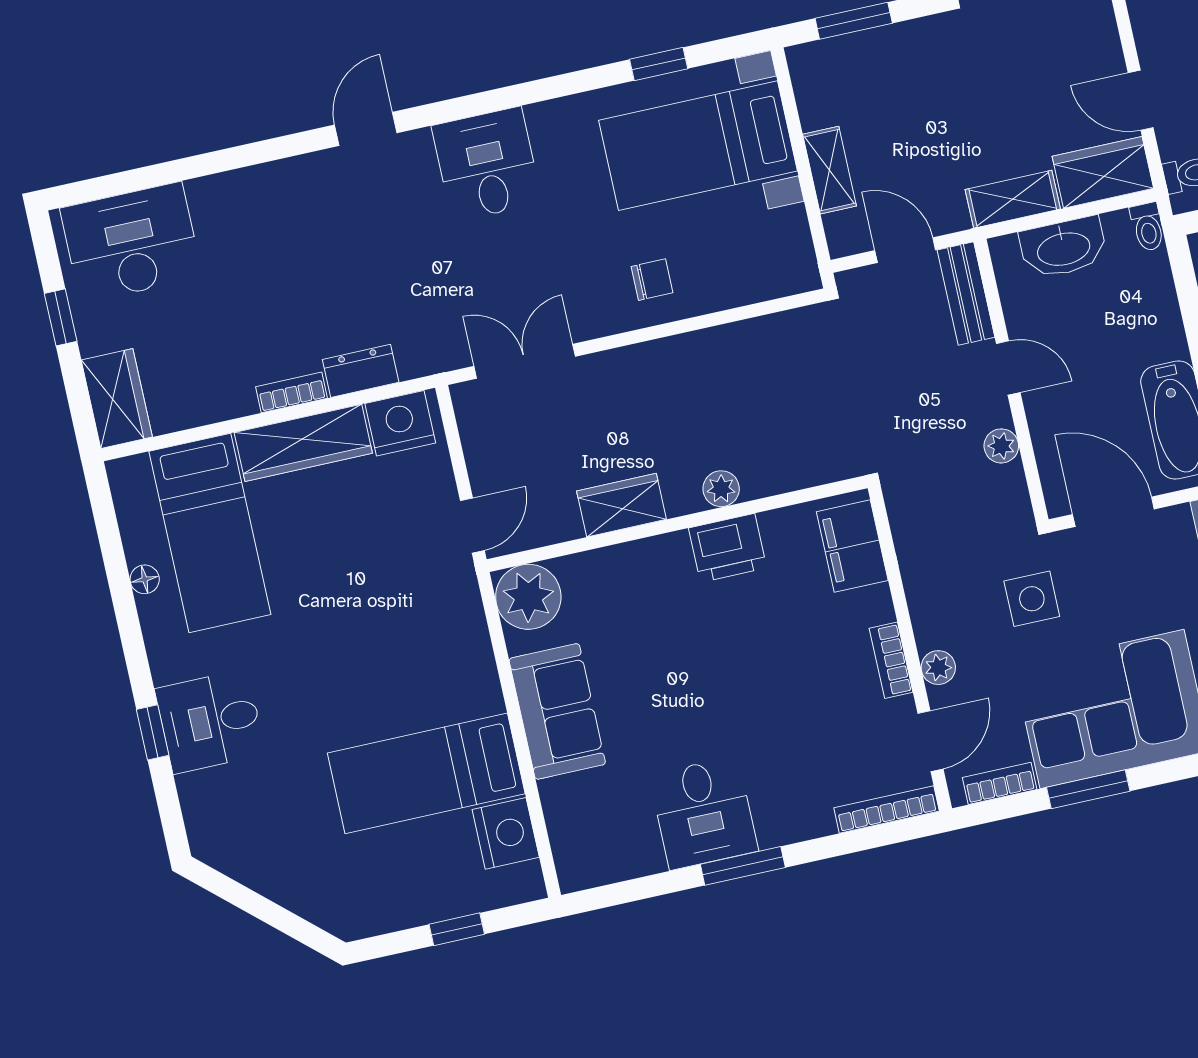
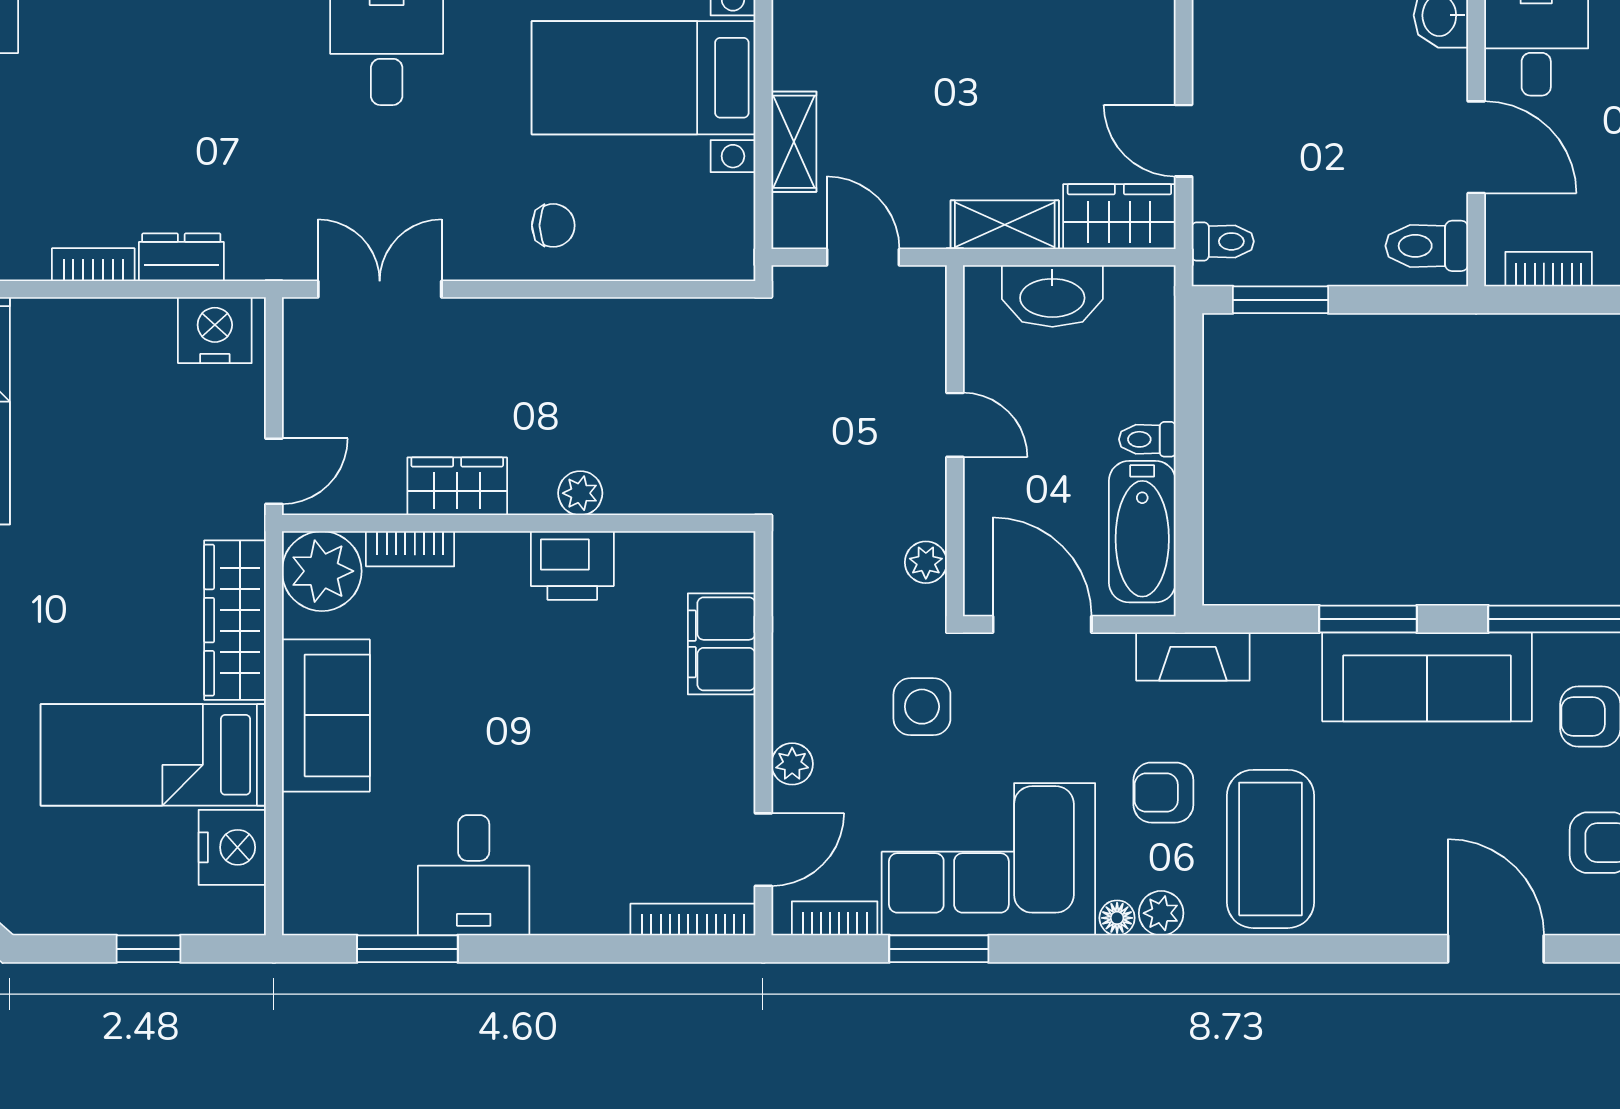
toilet: (1147, 227) -> (1147, 439), moved, turned 90
bench: (966, 294) -> (924, 325), removed
wardrobe: (303, 443) -> (235, 620), moved, turned 90
plant: (1001, 446) -> (926, 562), moved
filing cabinet: (852, 546) -> (722, 644), moved
bookcase: (891, 660) -> (410, 549), moved, turned -90
window: (743, 866) -> (407, 949), moved

